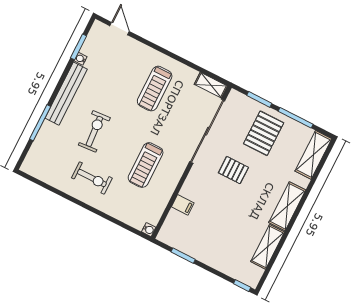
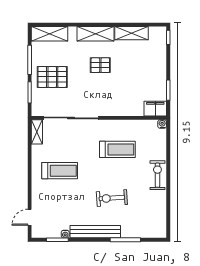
pallet: (233, 170) -> (100, 65), moved, turned 90
exercise bike: (92, 178) -> (157, 175), moved
filing cabinet: (183, 205) -> (155, 109), moved, width x2.00

